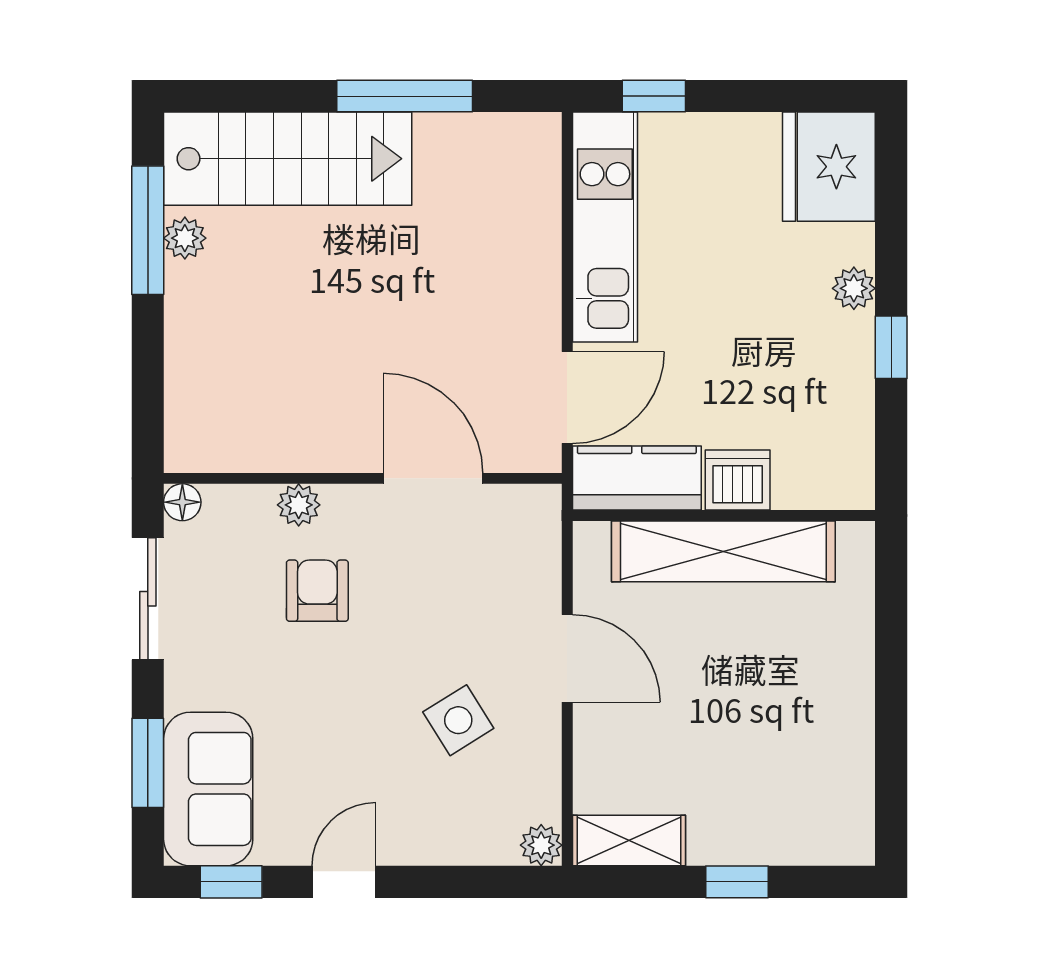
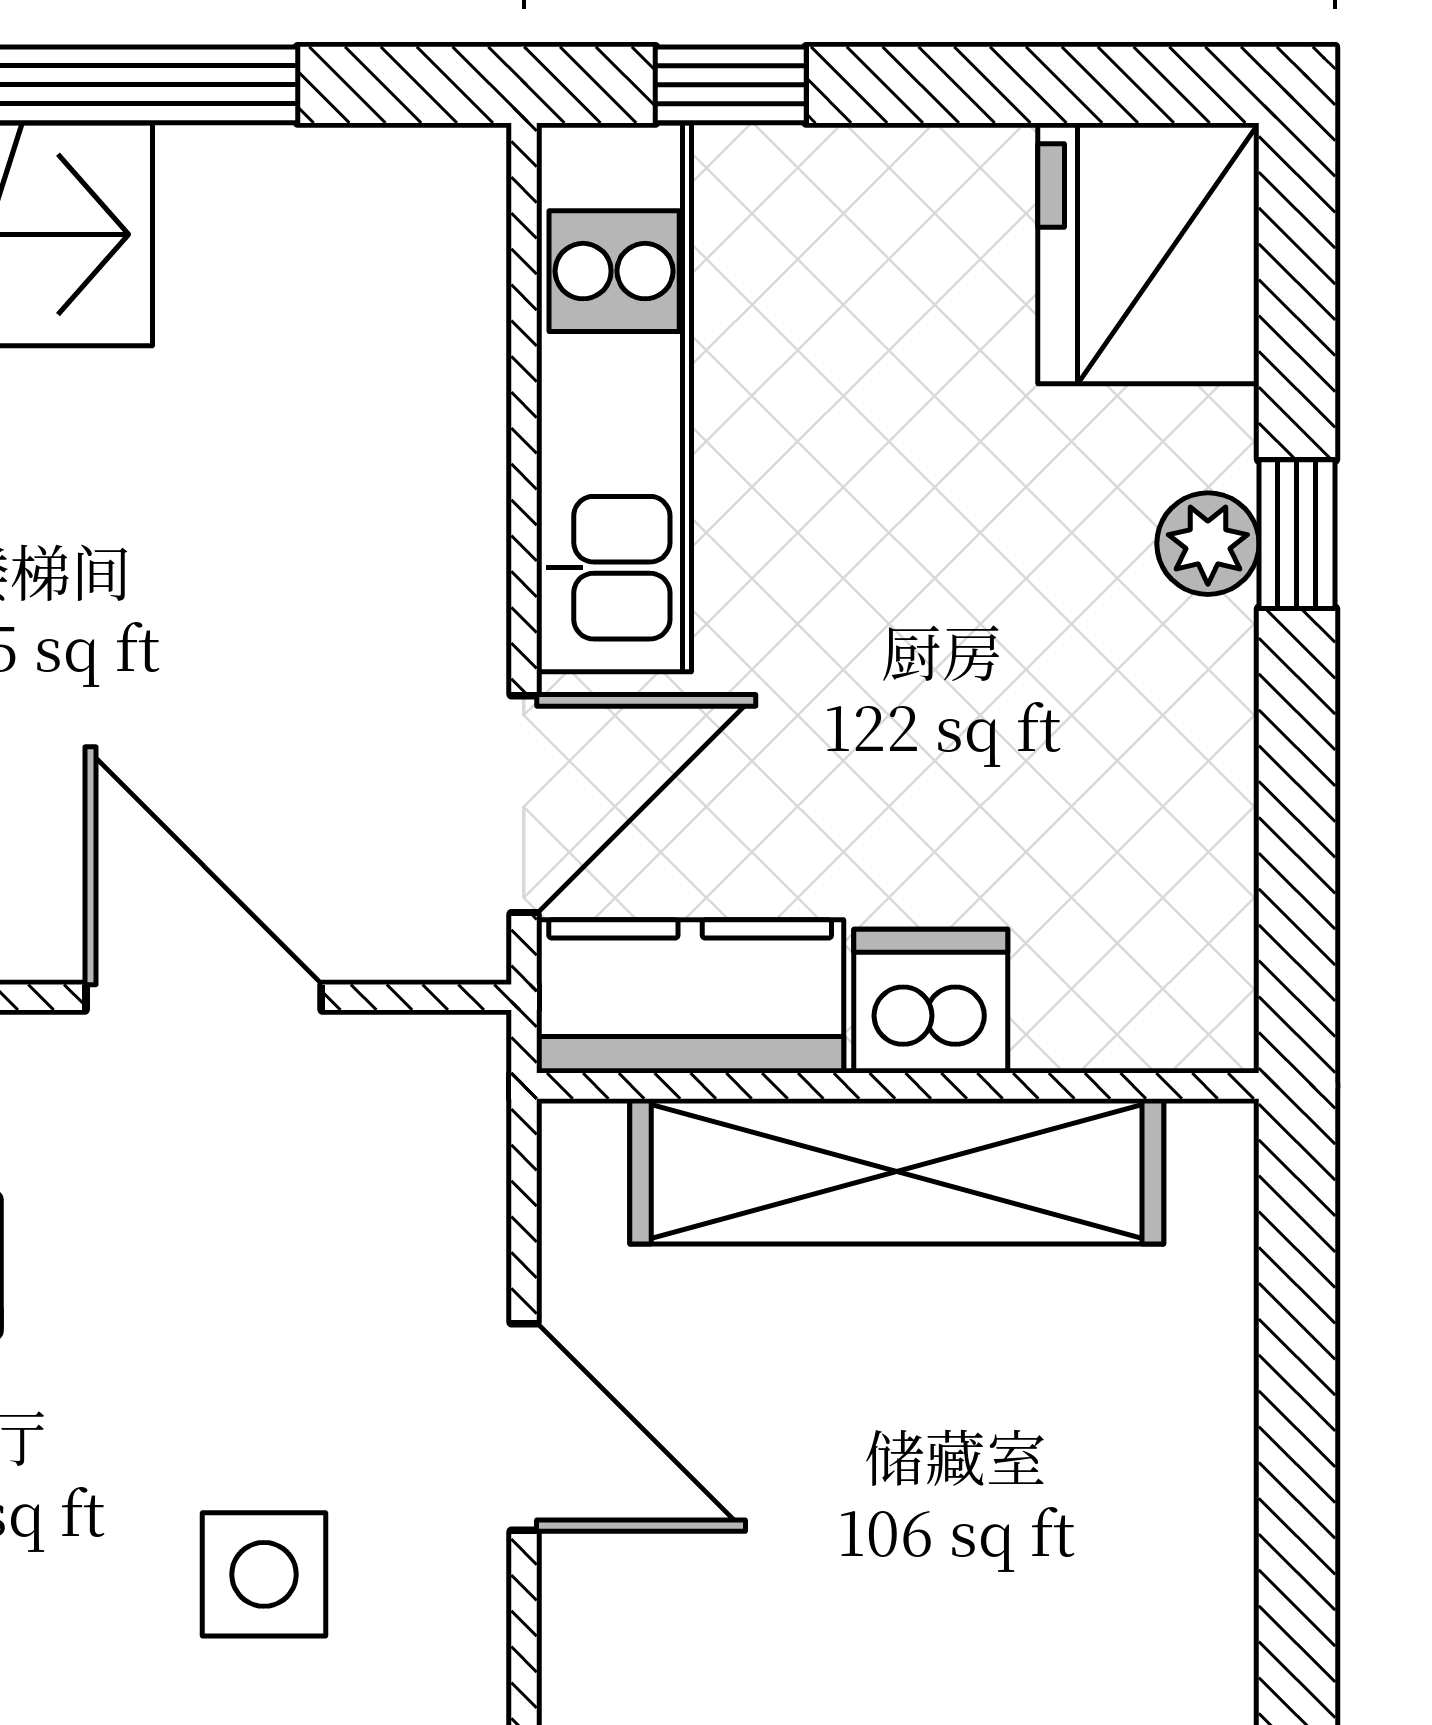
window: (891, 347) -> (1297, 534), moved
side table: (458, 720) -> (264, 1574), turned 32

